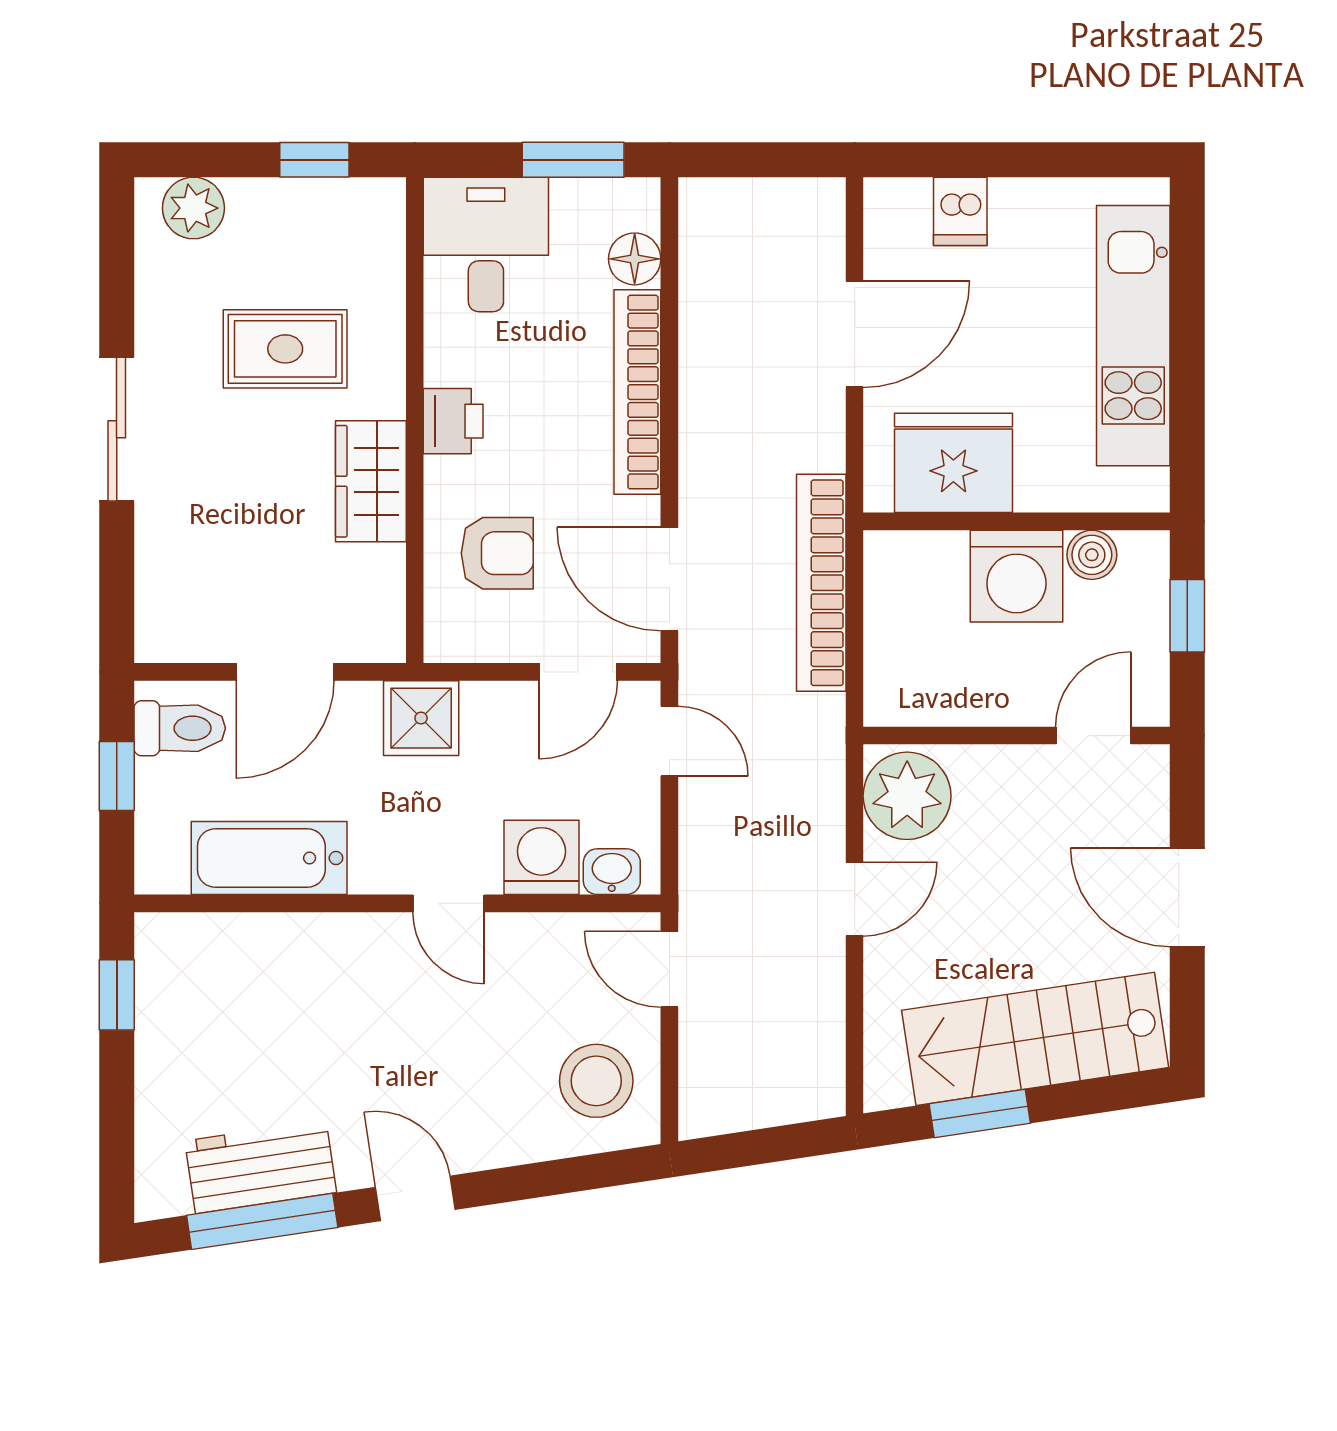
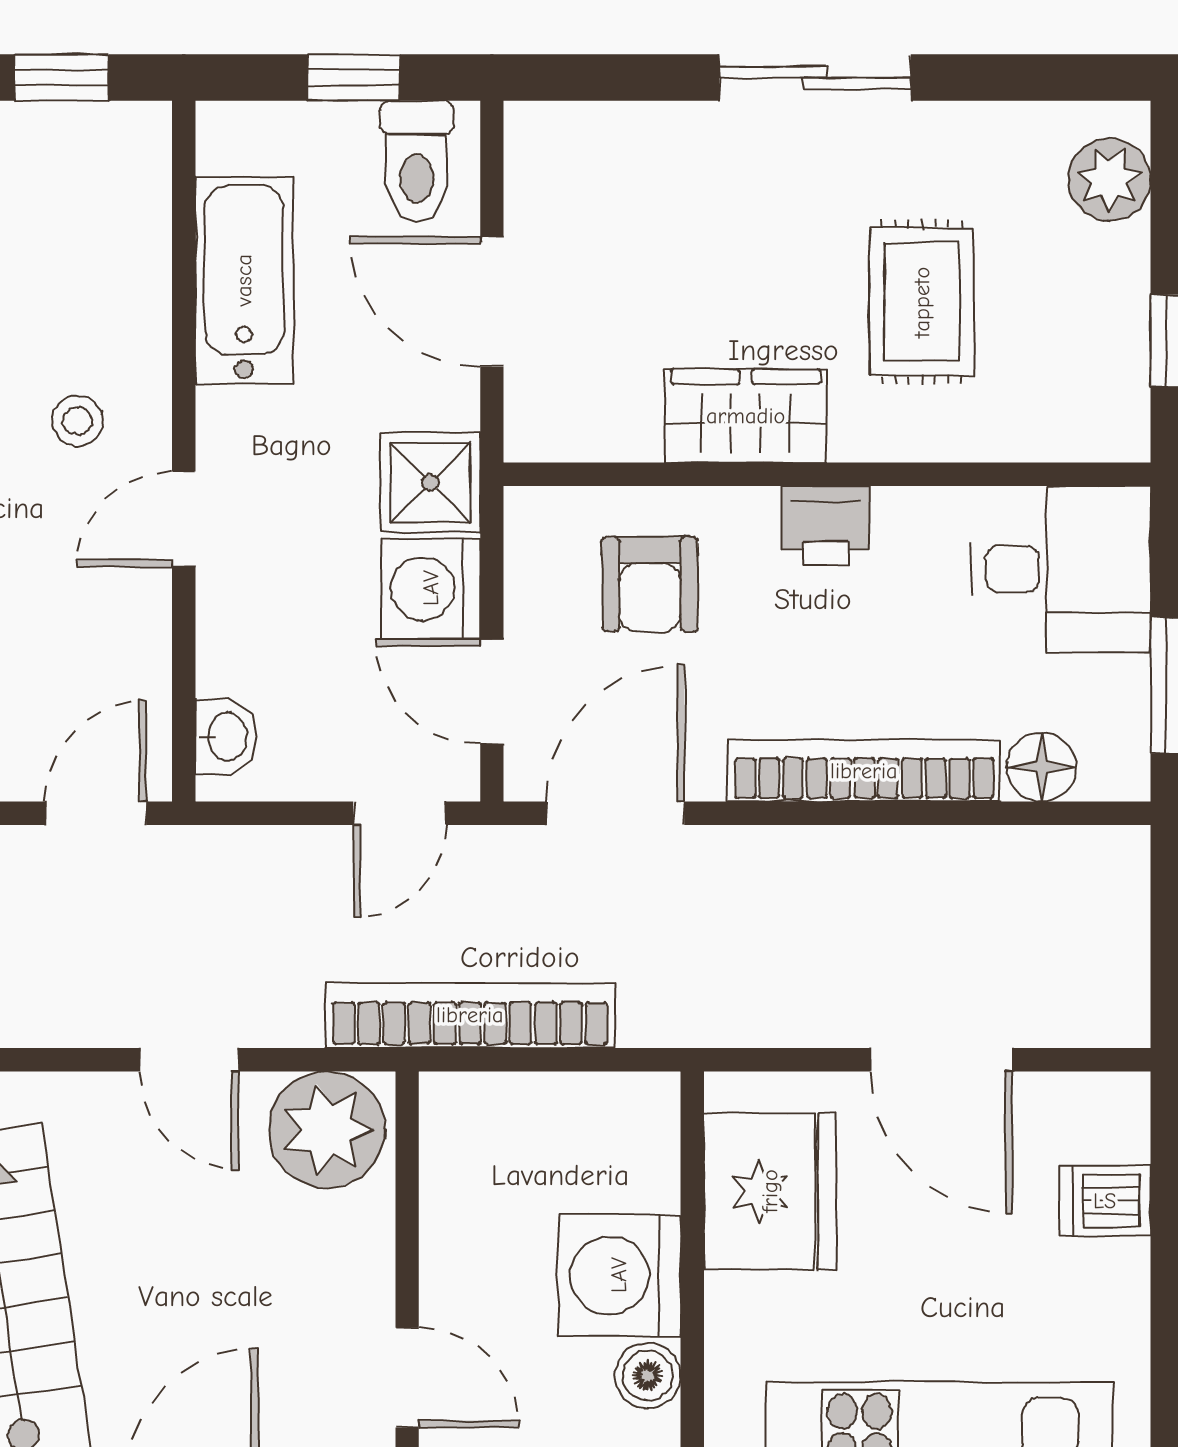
bookcase: (821, 583) -> (470, 1015), moved
washing machine: (541, 857) -> (431, 588), moved, turned 180
stool: (375, 983) -> (77, 421), added

